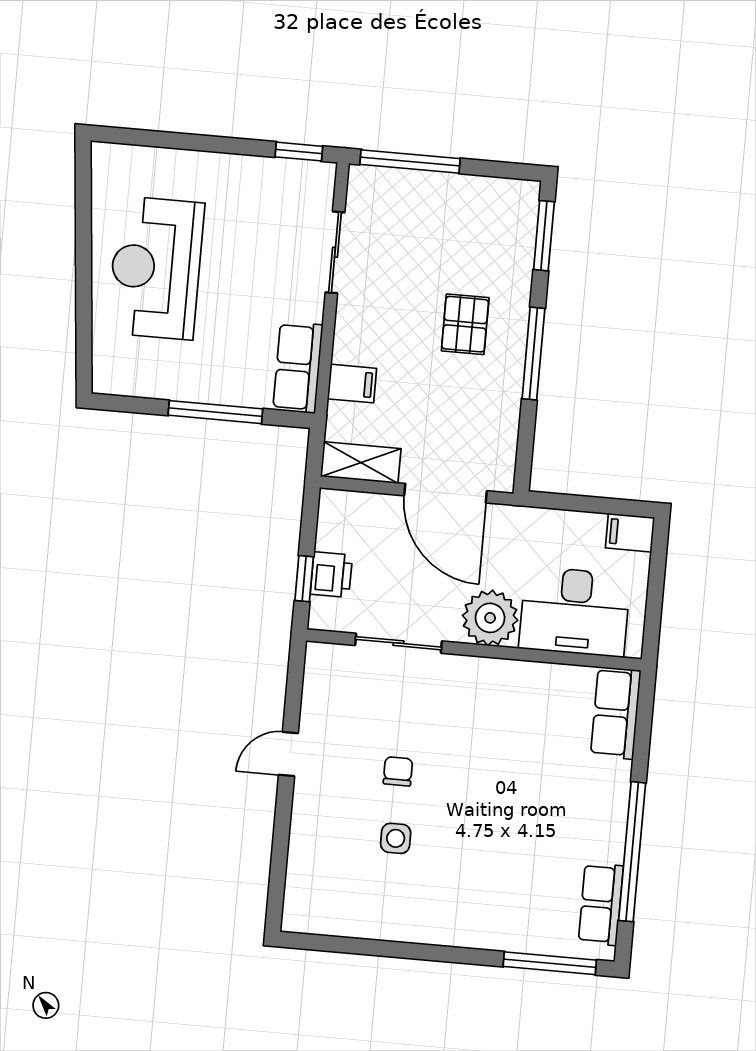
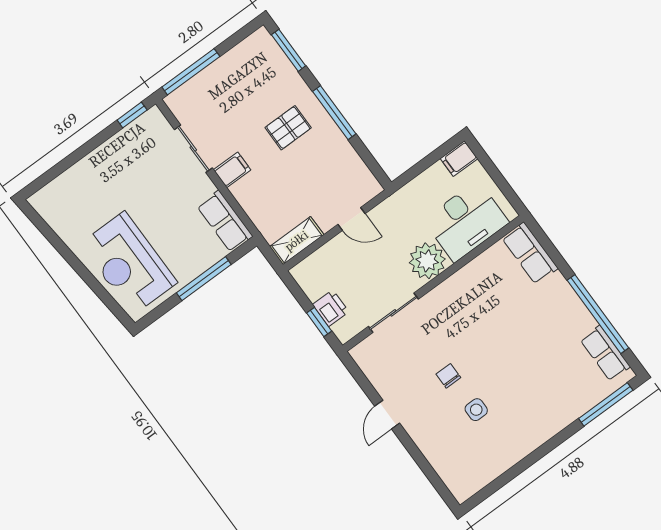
reception desk: (156, 268) -> (129, 263), moved
pallet: (465, 324) -> (288, 128), turned 90
filing cabinet: (352, 384) -> (232, 170), moved
door: (446, 493) -> (352, 219), width x0.53

